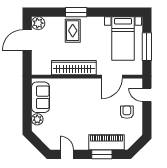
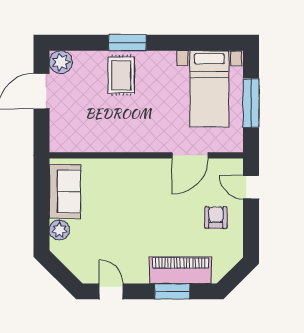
wardrobe: (74, 68) -> (123, 140), removed

